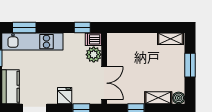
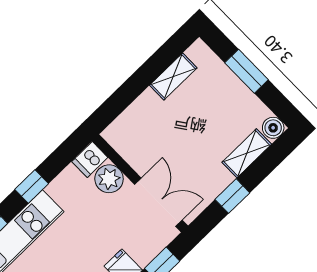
window: (82, 28) -> (32, 187), moved
shelving: (170, 39) -> (173, 76), moved

